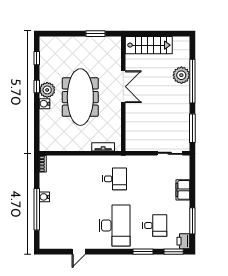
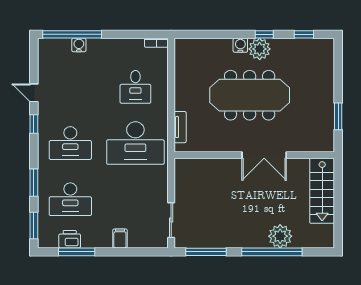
desk: (74, 179) -> (135, 87), added
desk: (115, 179) -> (135, 143), width x1.87, depth x1.30
filing cabinet: (183, 190) -> (120, 238), width x0.50
water cooler: (44, 197) -> (79, 45), moved
window: (37, 209) -> (72, 34), moved
desk: (115, 226) -> (70, 143), width x0.73, depth x0.77
desk: (155, 226) -> (70, 199), width x1.37
printer: (183, 241) -> (70, 239), moved
window: (101, 252) -> (34, 124), added

